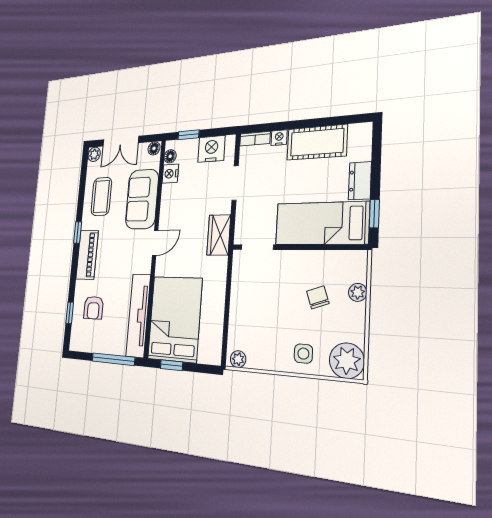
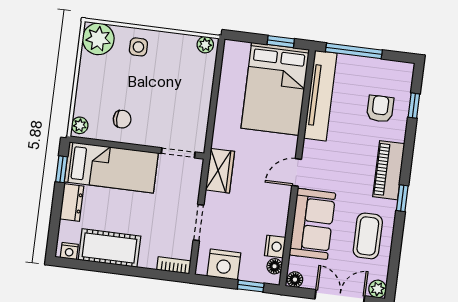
nightstand: (279, 138) -> (69, 251), moved
plant: (358, 292) -> (80, 125), moved
chair: (318, 297) -> (122, 119), moved, turned -71

